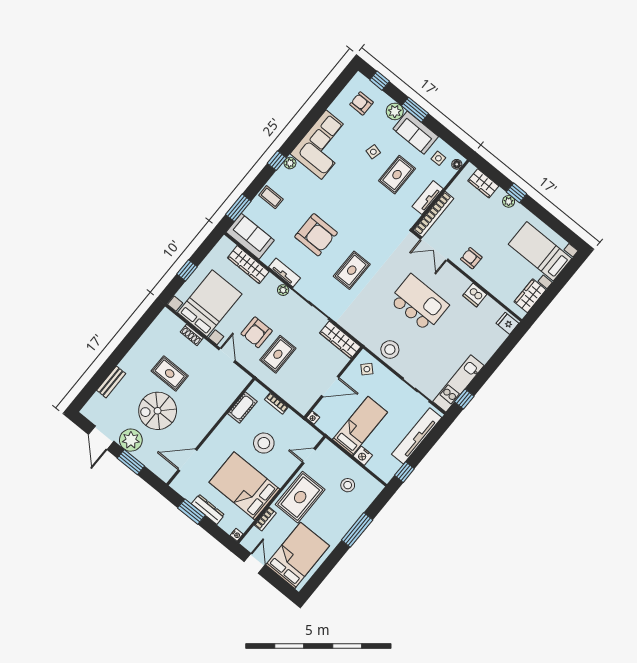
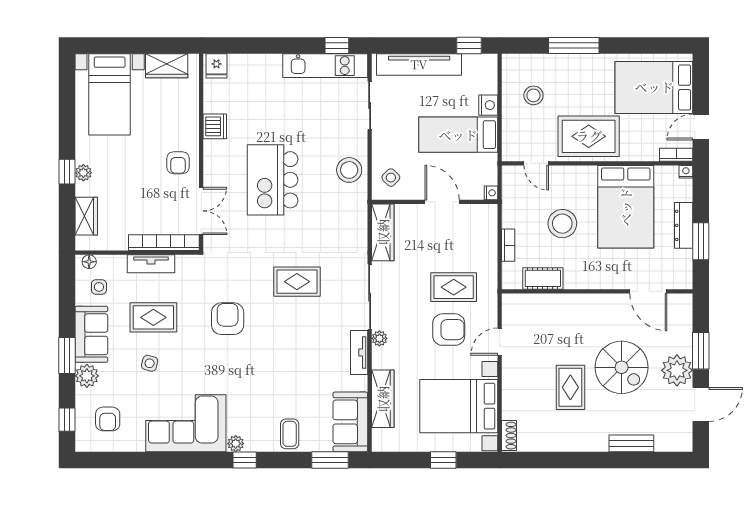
armchair: (316, 235) -> (228, 319), moved, width x0.73, depth x0.73
shoe rack: (192, 335) -> (509, 436), moved
bookcase: (265, 519) -> (676, 155), moved

